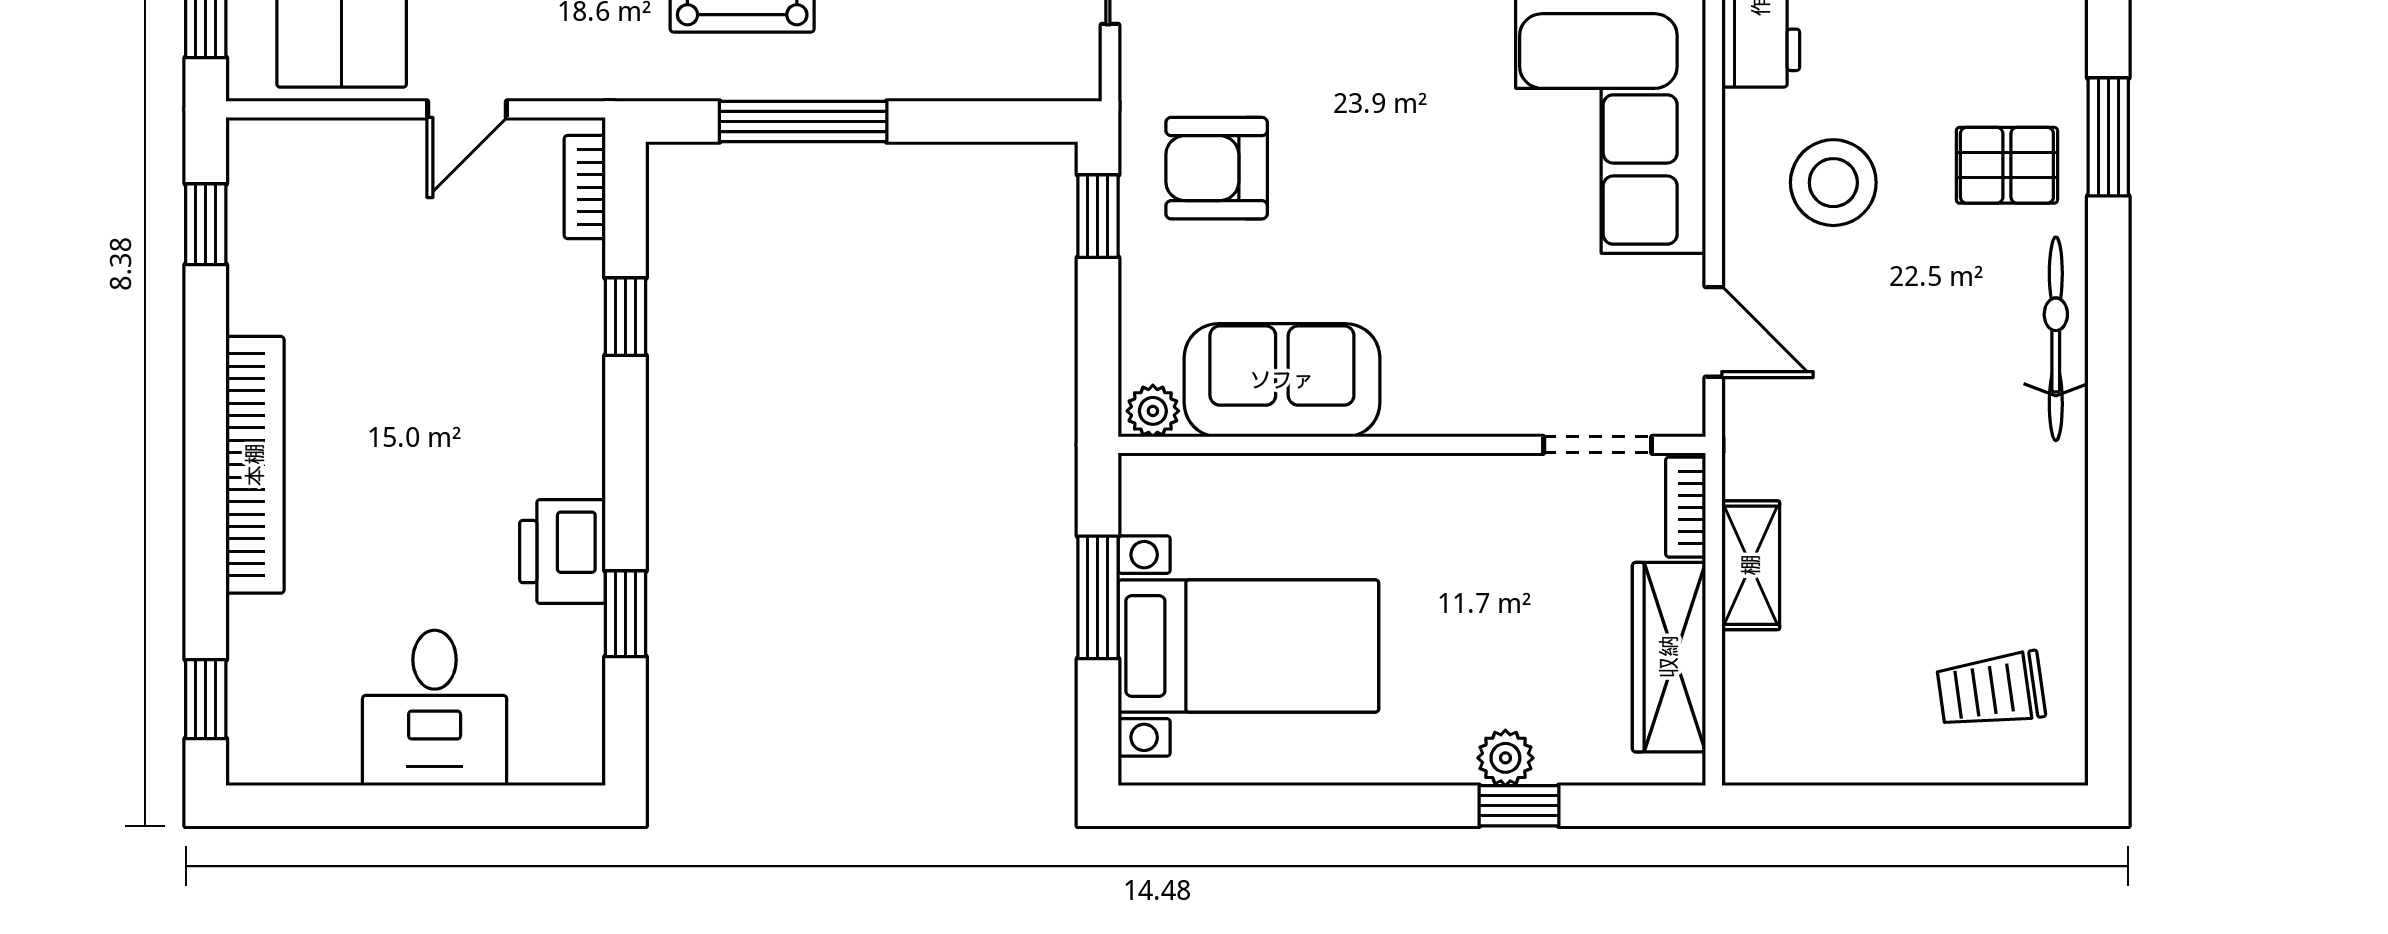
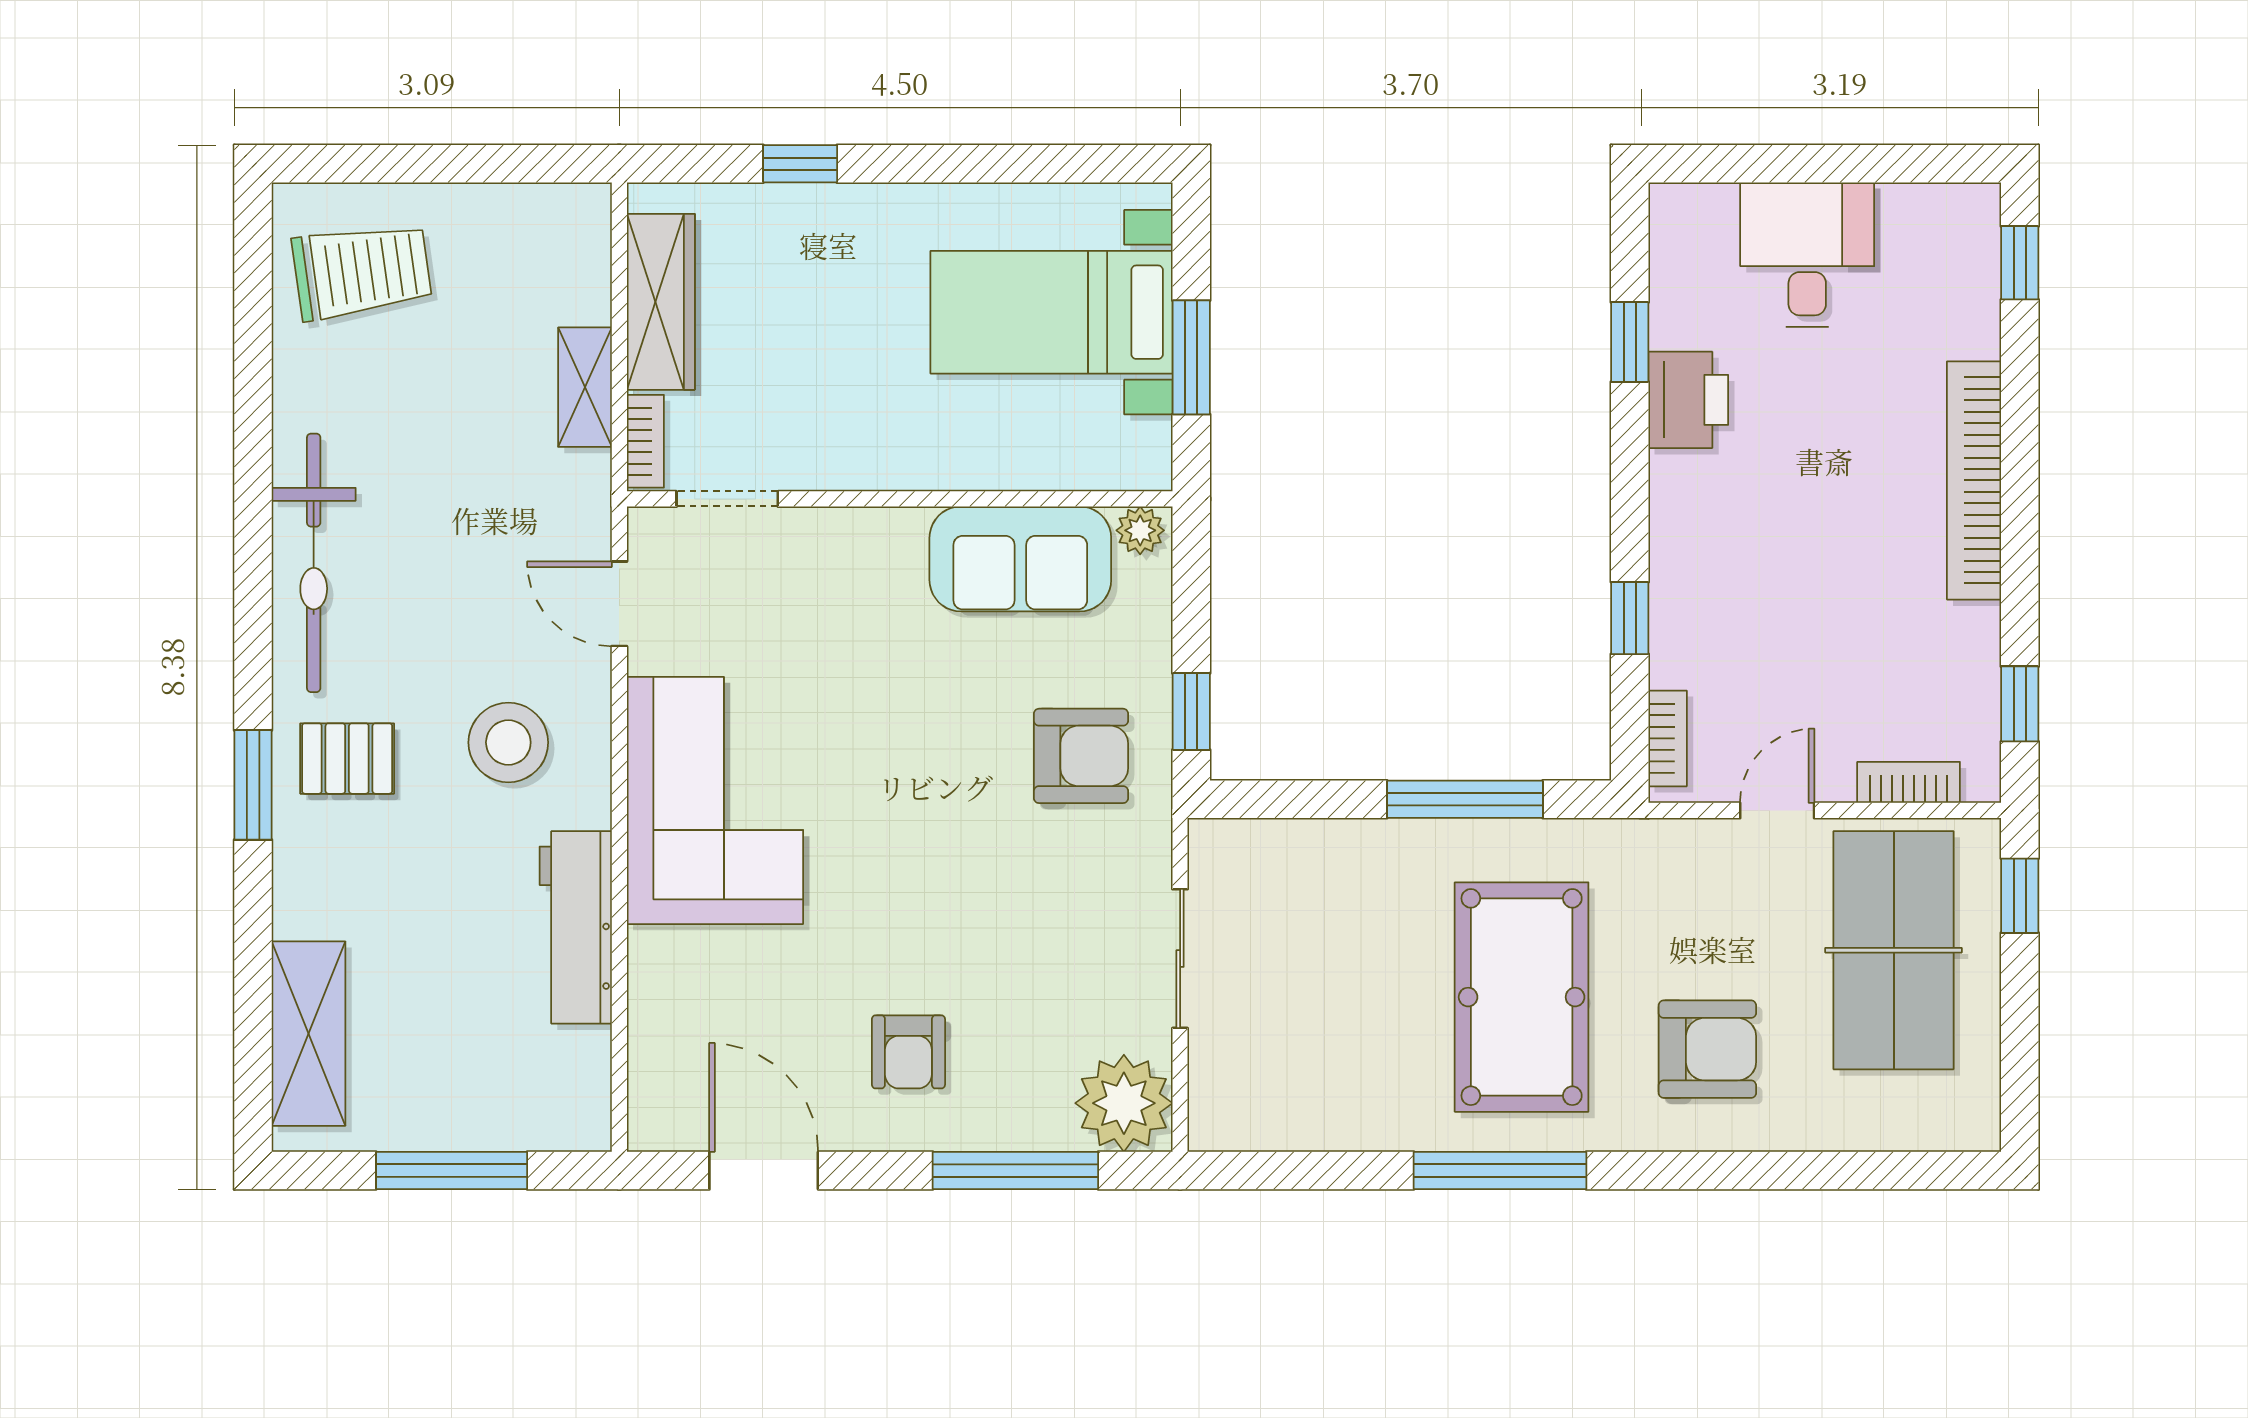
bookcase: (325, 140) -> (1909, 782), added
bicycle: (2056, 339) -> (314, 563), width x1.37, depth x1.40
trolley: (1991, 690) -> (362, 271), width x1.36, depth x1.39
plant: (1505, 758) -> (813, 208), removed

